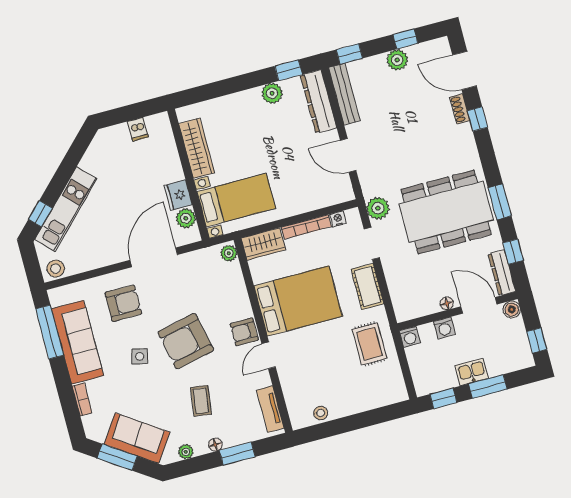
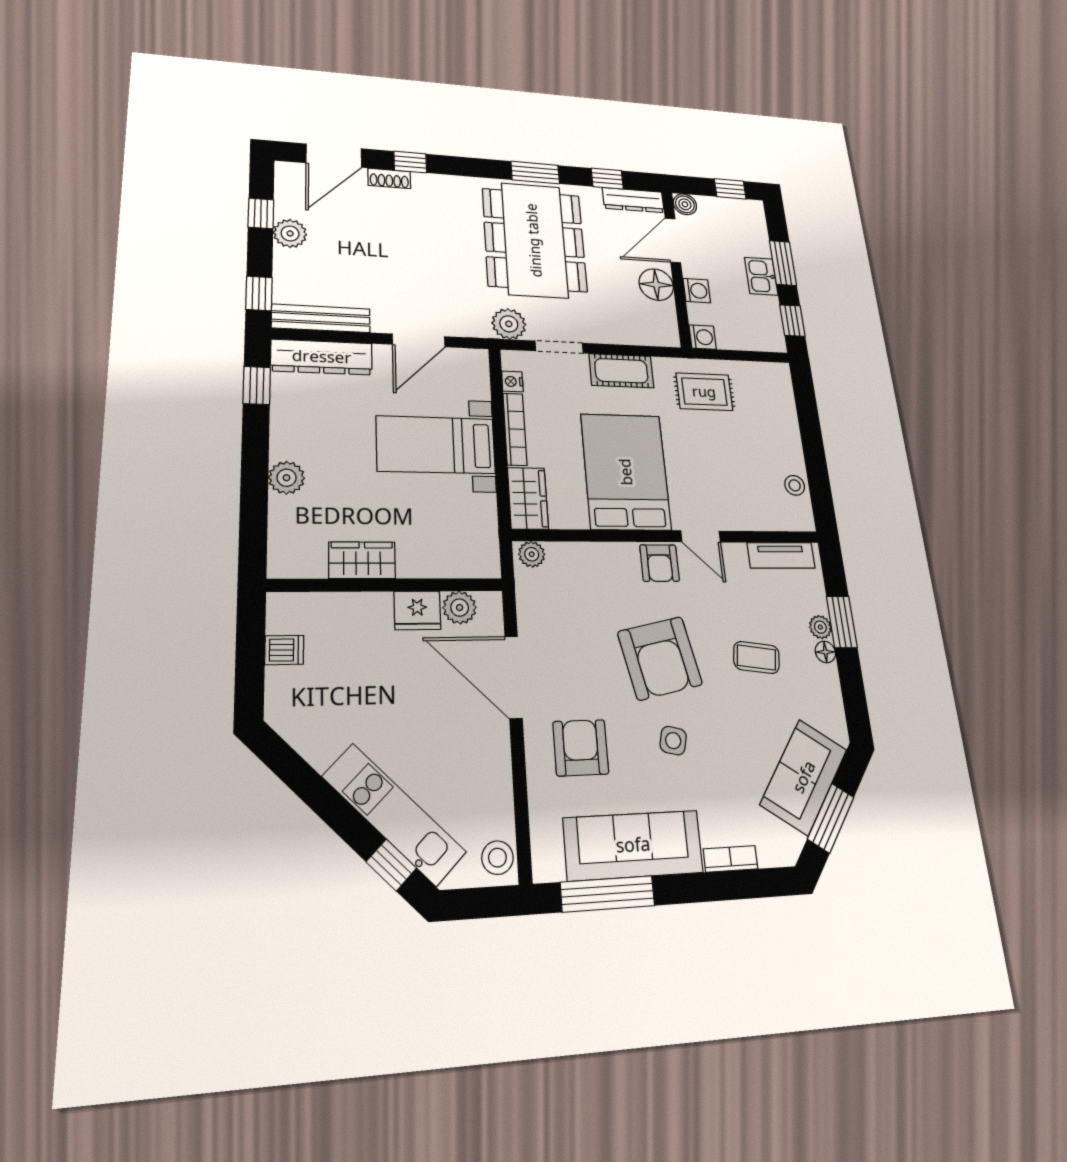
plant: (272, 93) -> (287, 478), moved
wardrobe: (197, 148) -> (362, 560), width x0.67
bed with nightstands: (236, 200) -> (436, 445), moved, turned -90
floor lamp: (447, 303) -> (656, 285), width x1.89, depth x1.89
plant: (186, 452) -> (820, 627), moved

